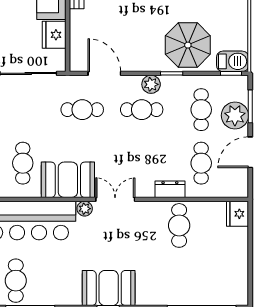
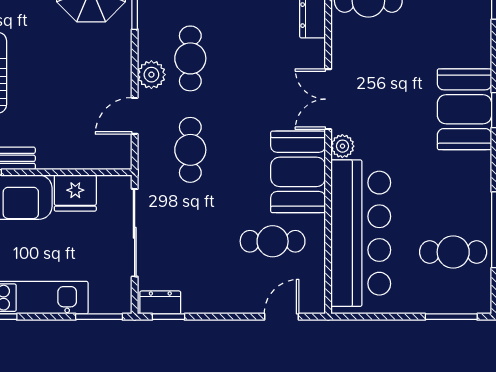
door: (104, 73) -> (135, 116), width x0.73
plant: (151, 84) -> (151, 75), moved

